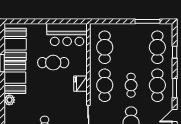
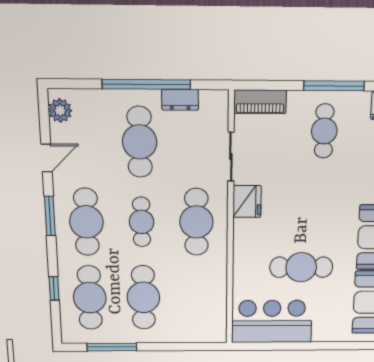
cafe table: (105, 47) -> (143, 297), moved
fridge: (80, 84) -> (247, 201), moved

